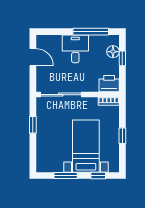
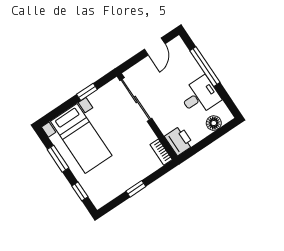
window: (91, 32) -> (205, 67), moved
desk: (75, 49) -> (200, 96), moved
window: (122, 58) -> (213, 137), removed
bed with nightstands: (86, 146) -> (81, 138), moved, turned 90

